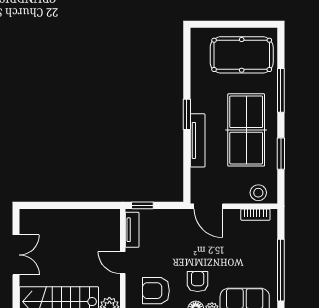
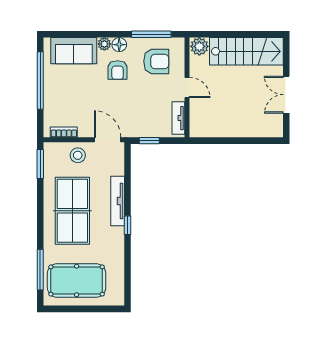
window: (281, 90) -> (40, 270), moved
window: (187, 114) -> (128, 225), width x0.67
window: (281, 154) -> (40, 164), moved
stool: (258, 193) -> (78, 155), moved
window: (142, 205) -> (149, 141), moved

